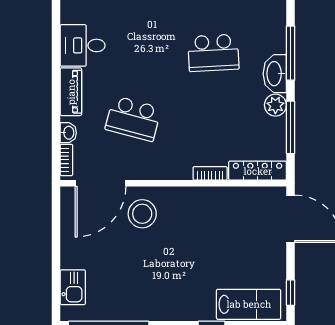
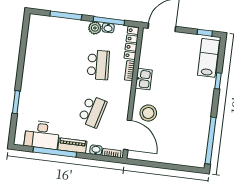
desk: (83, 45) -> (42, 135), width x1.37
school desk: (213, 53) -> (98, 65), moved
window: (56, 63) -> (55, 152), added
washbasin: (275, 74) -> (108, 28), moved, width x0.52, depth x0.69
kitchen sink: (73, 287) -> (144, 79), moved, turned 90

